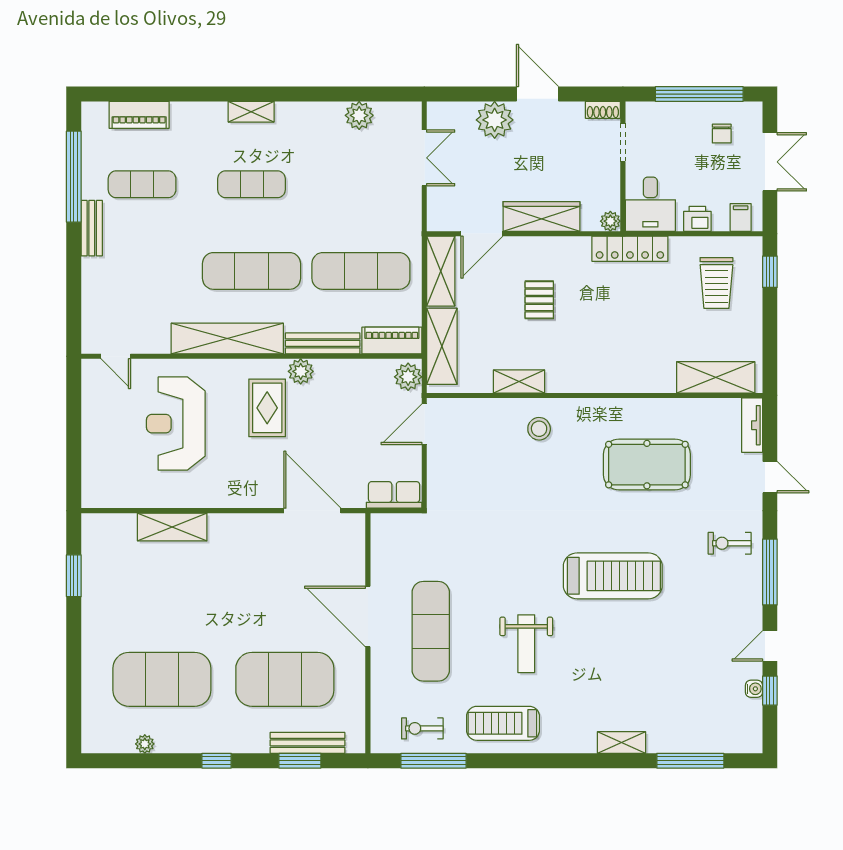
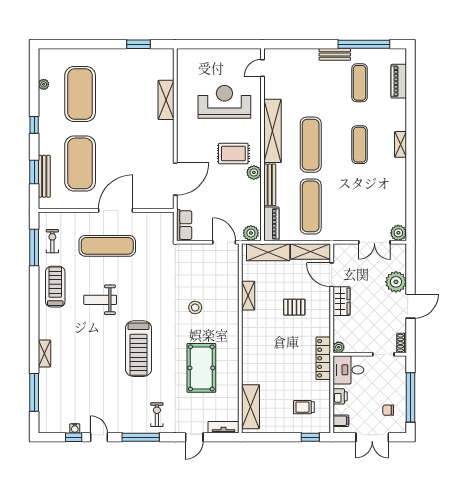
plant: (359, 115) -> (398, 233), moved
wardrobe: (541, 216) -> (341, 301), width x0.67
trolley: (716, 283) -> (304, 407), width x0.73, depth x0.72
stool: (539, 429) -> (195, 307), moved

